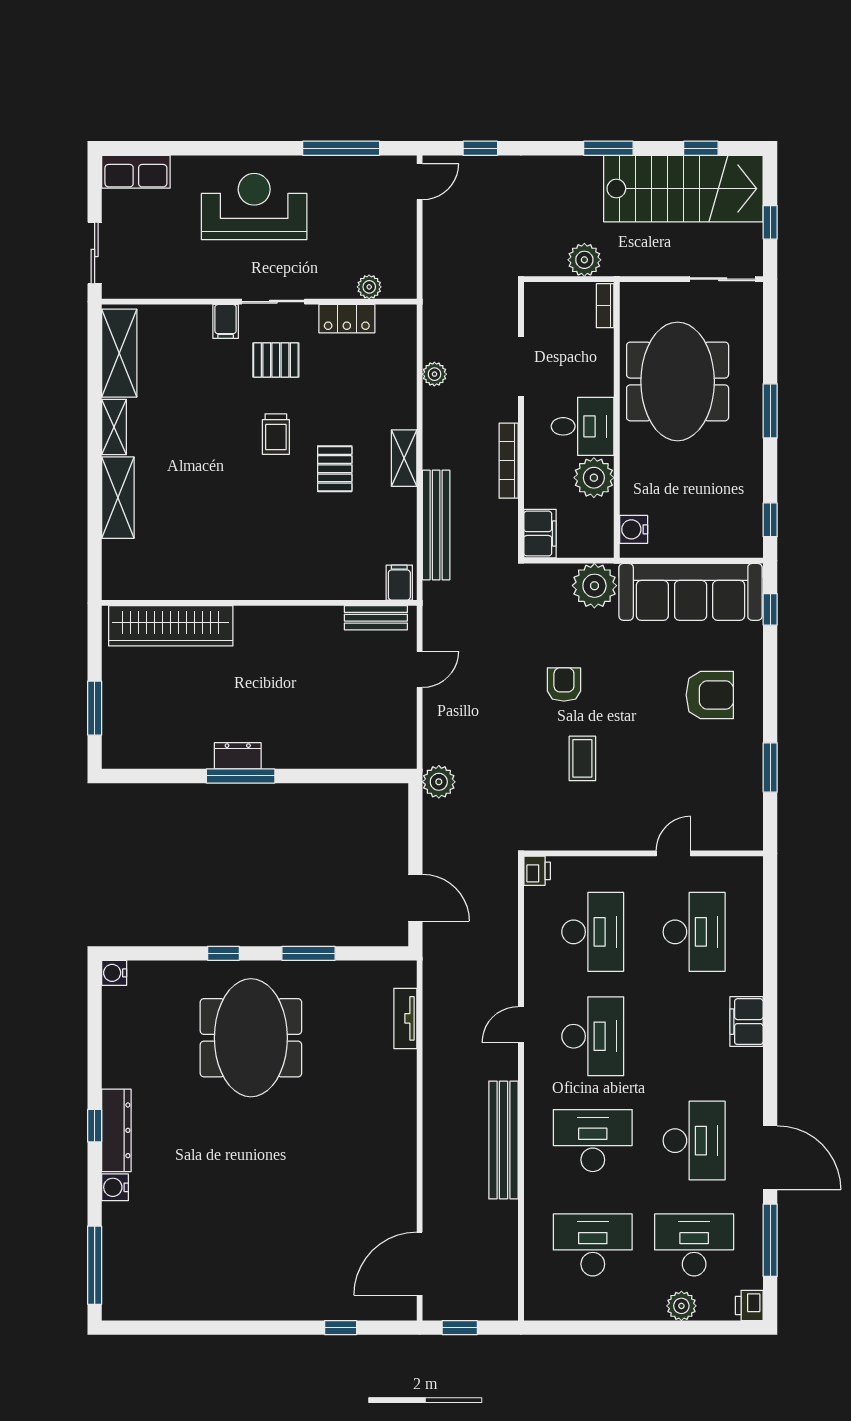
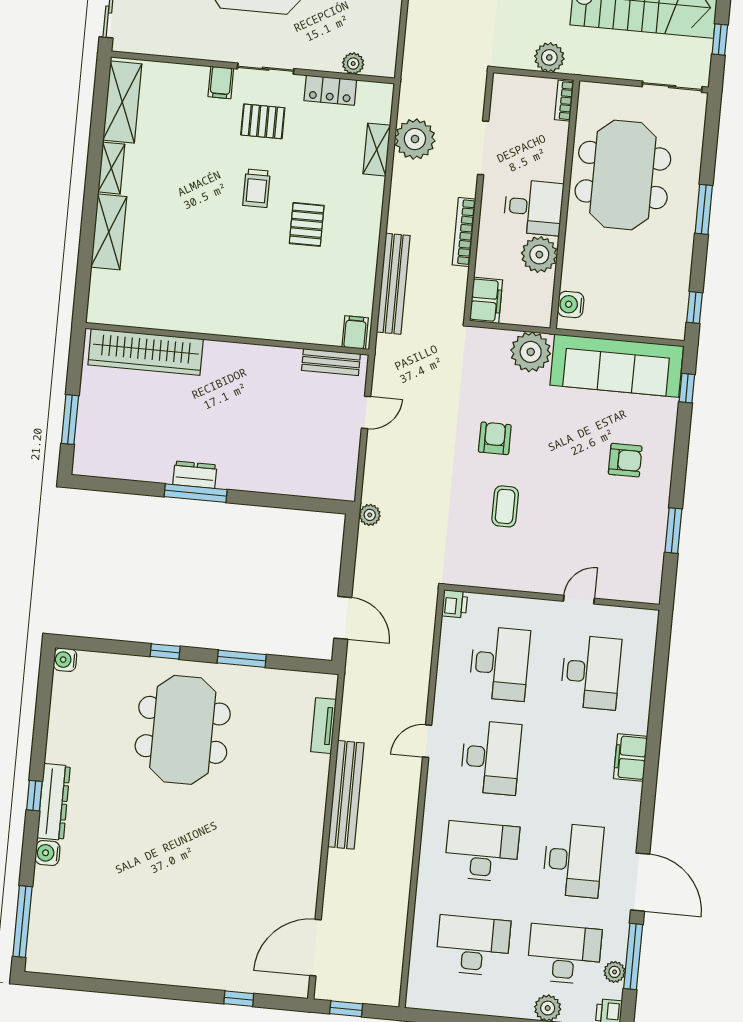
plant: (434, 374) -> (415, 139), width x1.88, depth x1.88
shelving: (404, 458) -> (377, 150), moved
armchair: (710, 695) -> (625, 460), width x0.72, depth x0.72
plant: (439, 782) -> (370, 515), width x0.73, depth x0.73
bench: (504, 1140) -> (346, 795), moved
plant: (751, 1259) -> (615, 972), added

